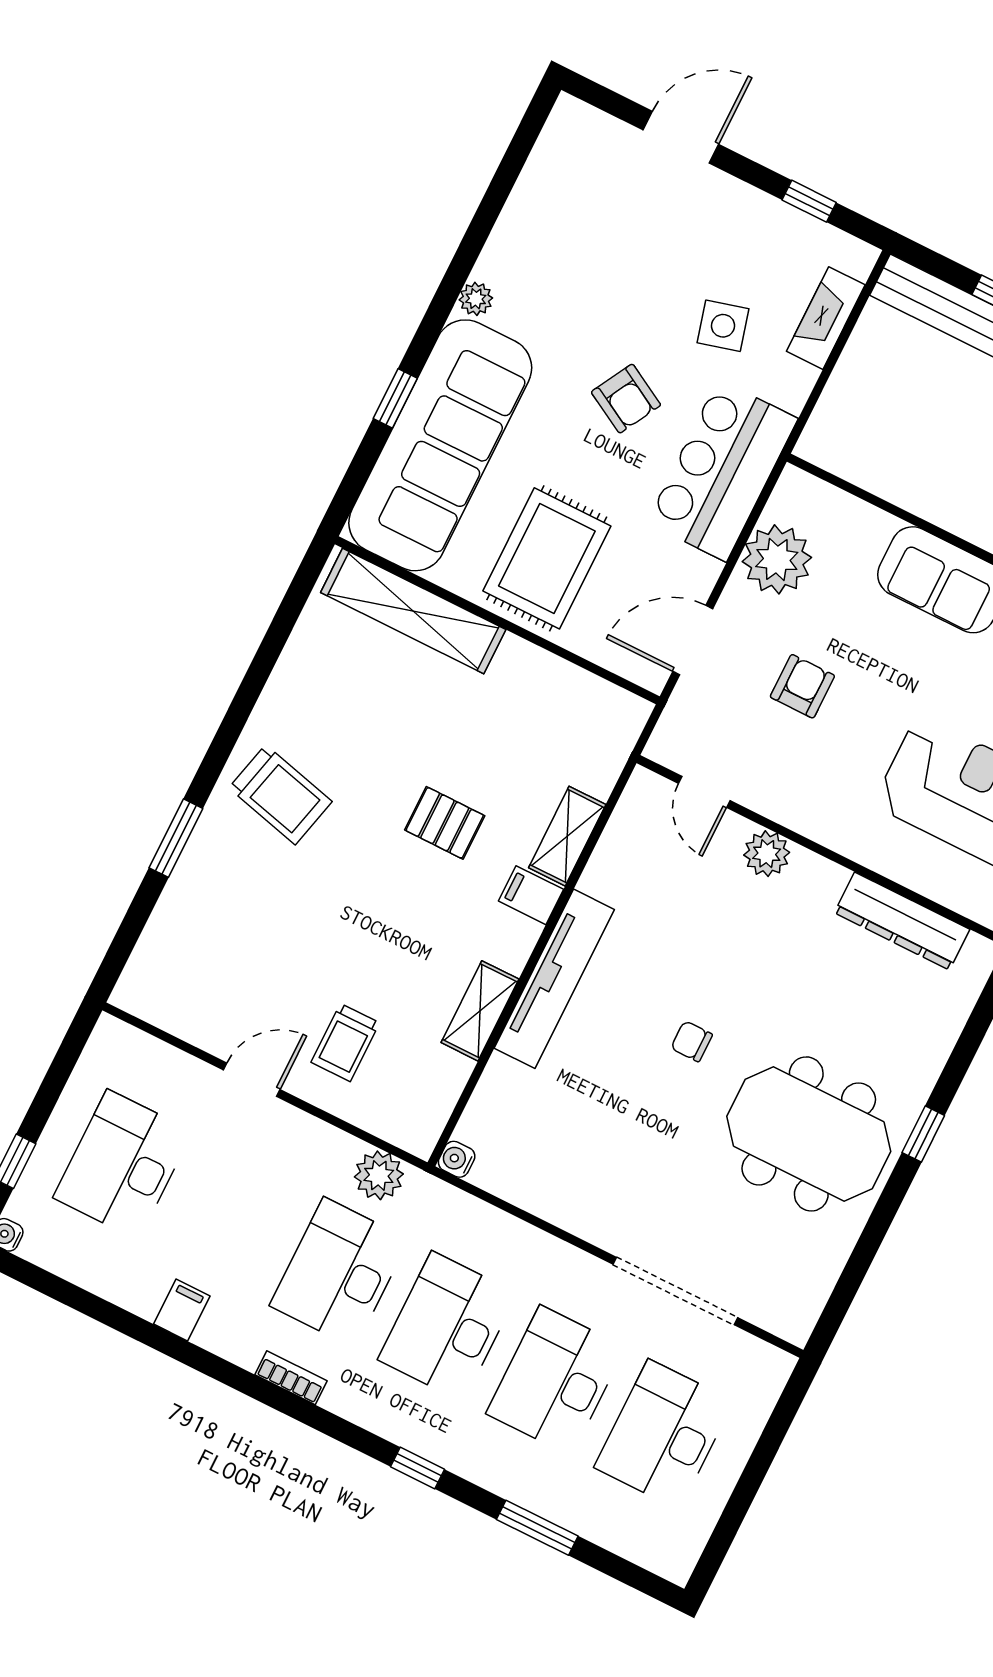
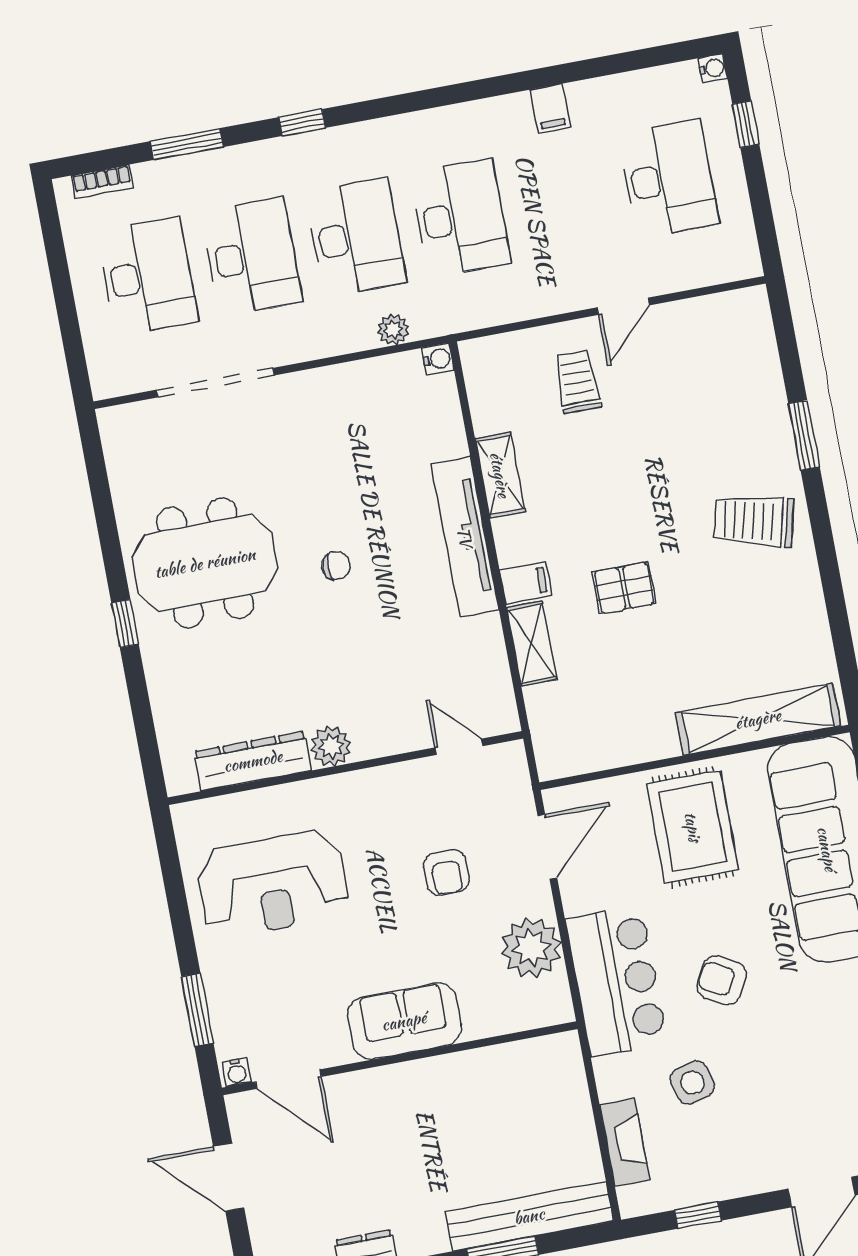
plant: (767, 854) -> (331, 746), moved
plant: (379, 1175) -> (393, 329), moved, width x0.73, depth x0.73
bookcase: (291, 1378) -> (102, 182), moved

